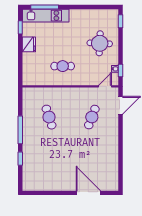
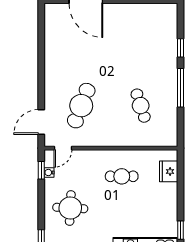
fridge: (29, 44) -> (169, 171), moved
cafe table: (92, 117) -> (81, 106), width x1.37, depth x1.35

